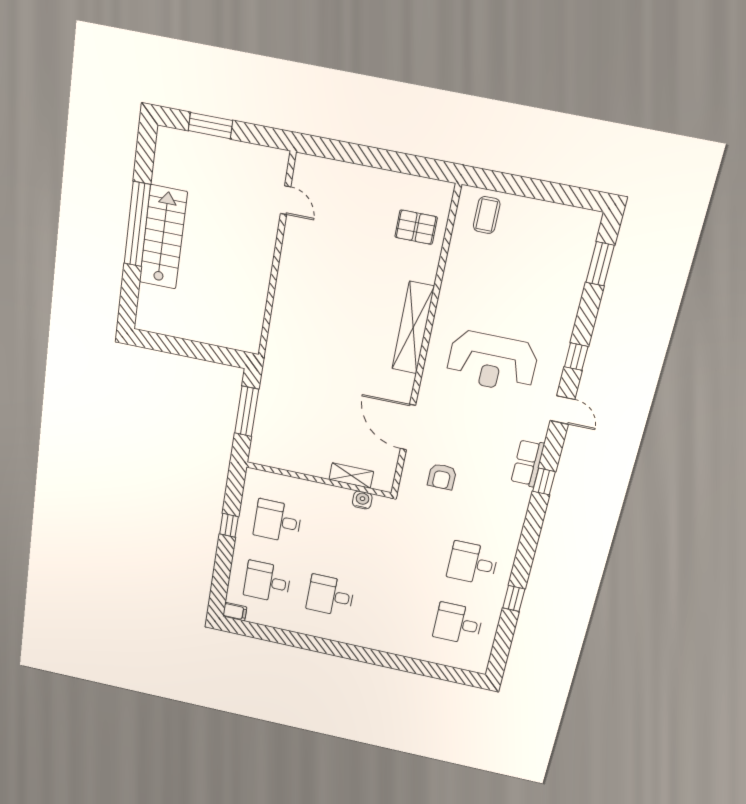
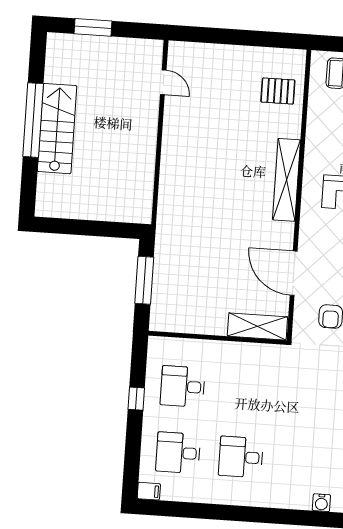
shelving: (351, 476) -> (257, 326), width x1.50, depth x1.33
water cooler: (362, 500) -> (321, 503), moved, turned 180

